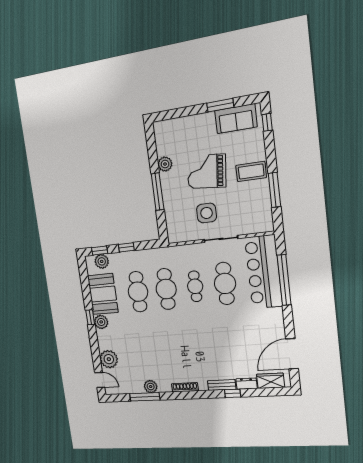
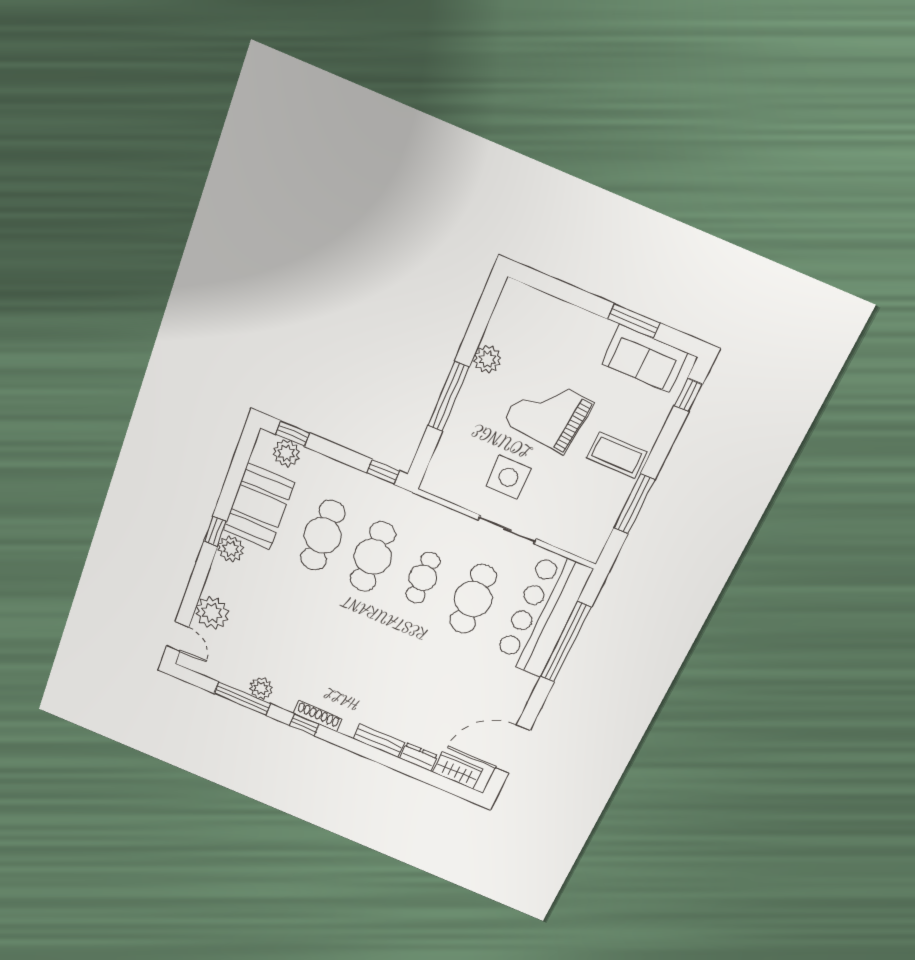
window: (126, 247) -> (383, 472), moved
window: (233, 393) -> (305, 725), moved

